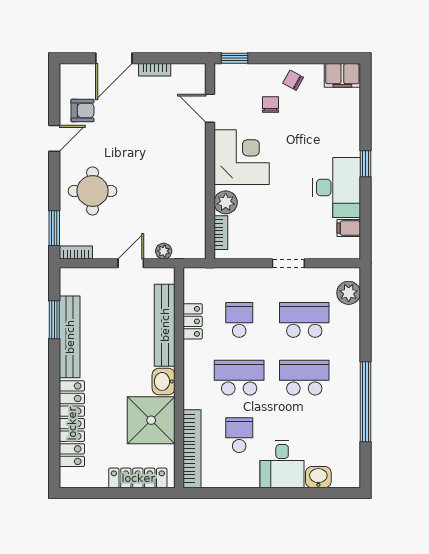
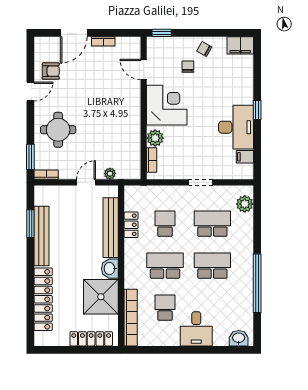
washbasin: (318, 477) -> (239, 338), moved

